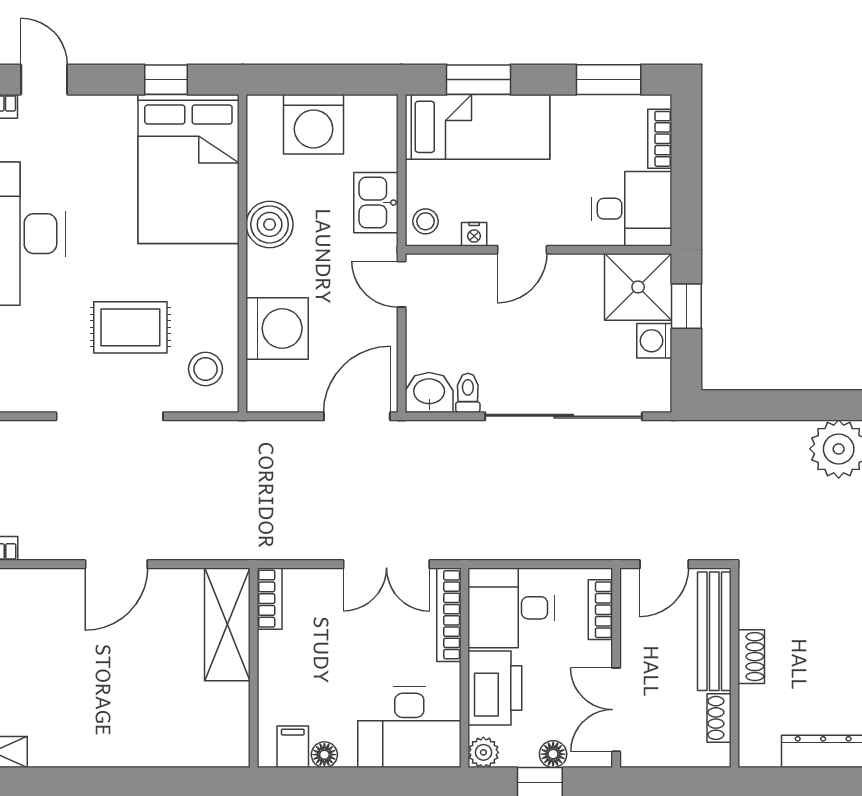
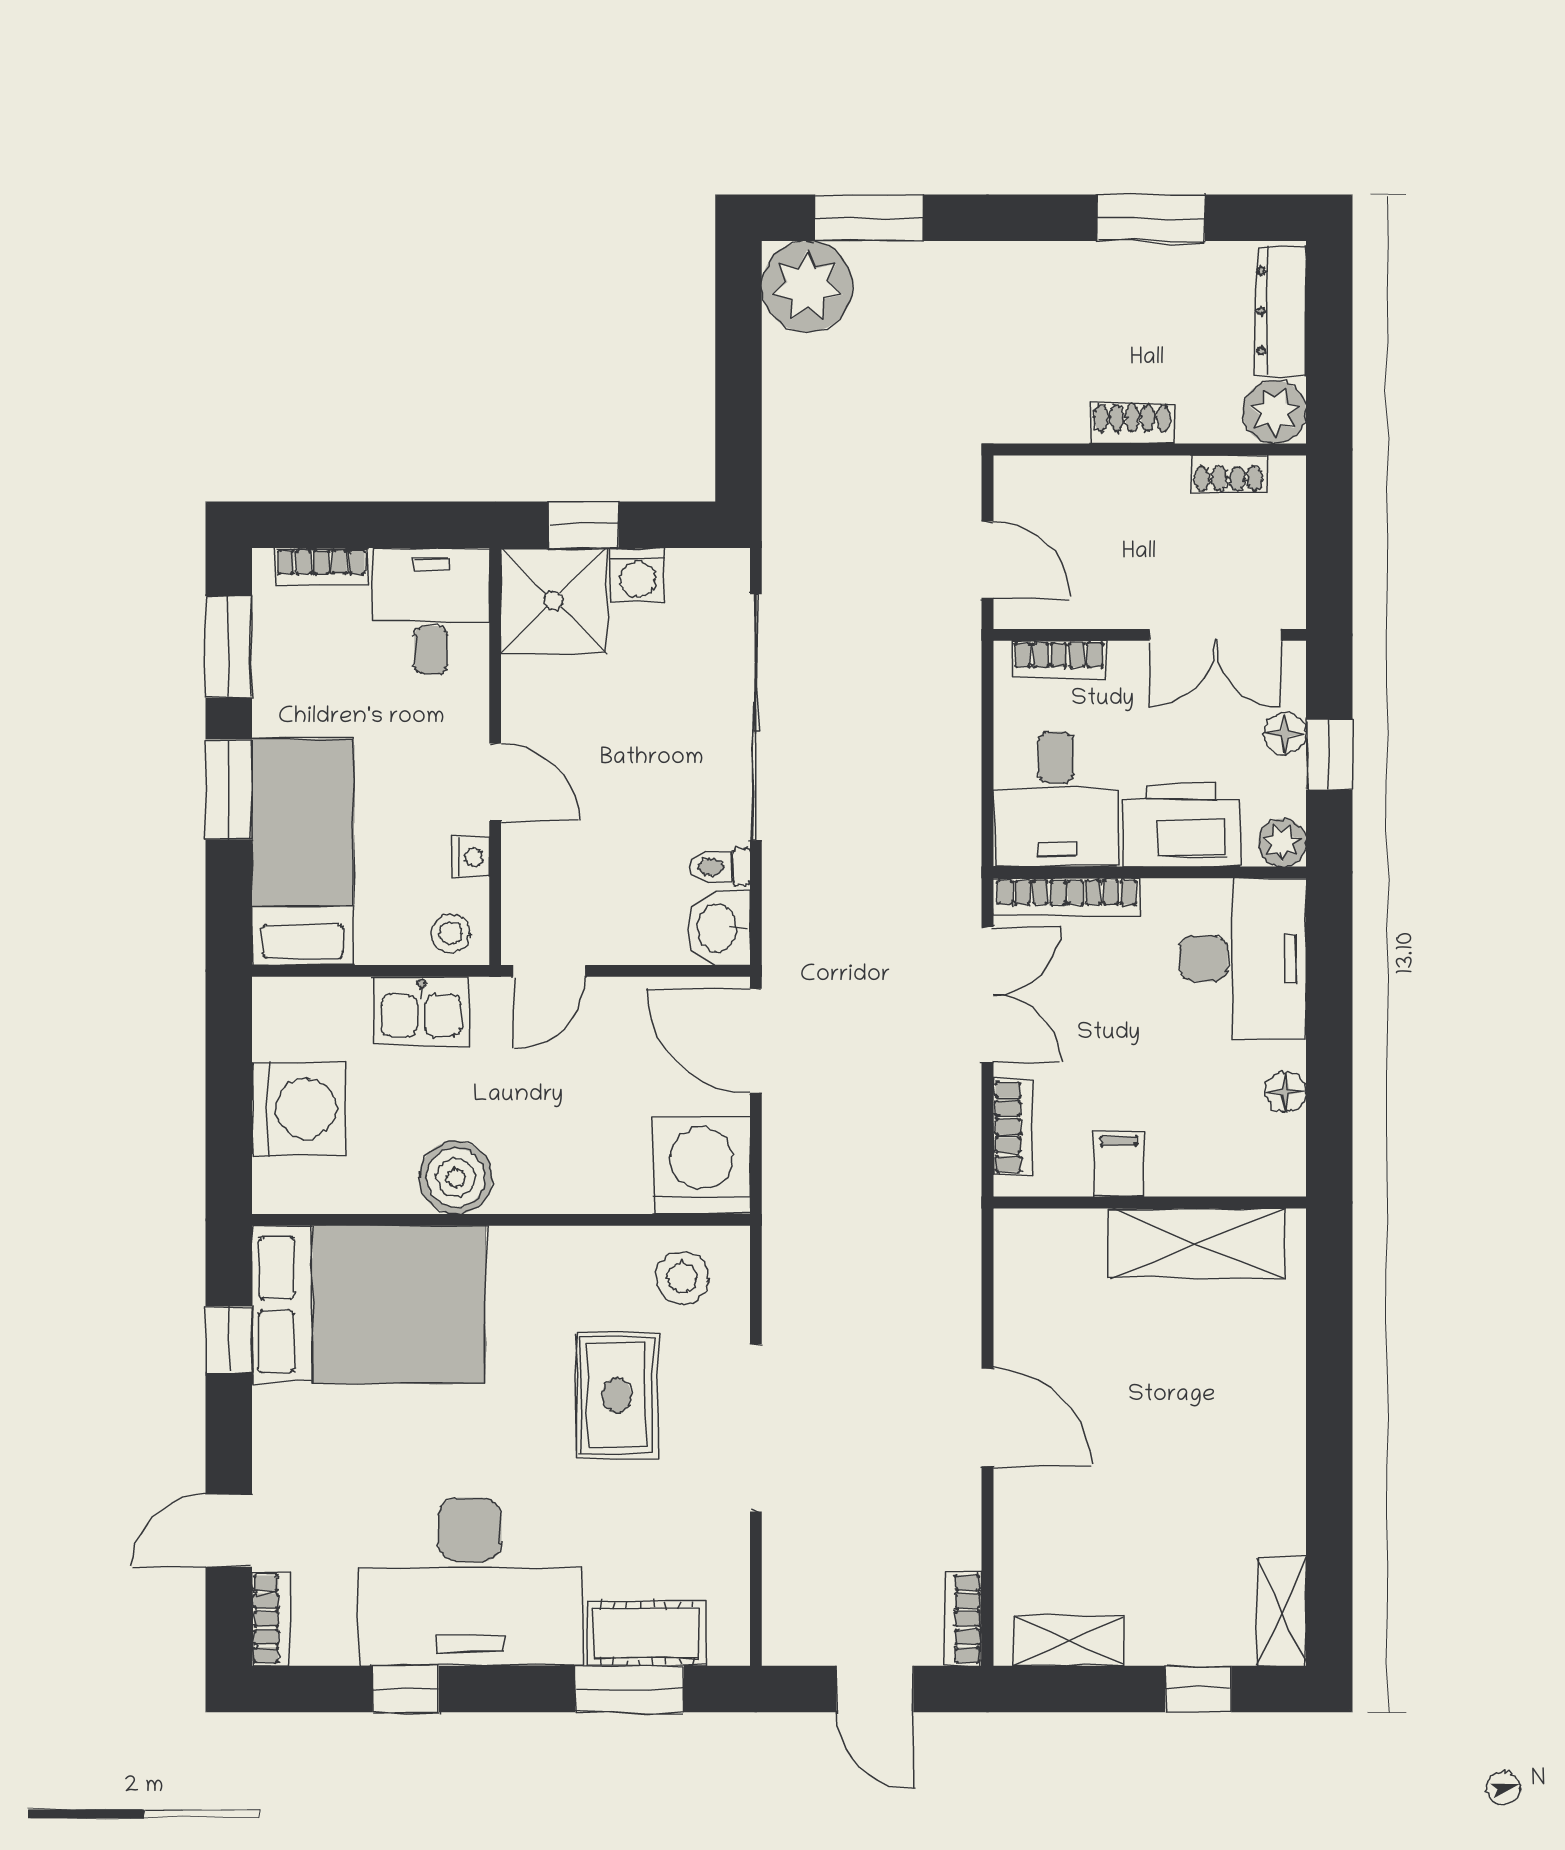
window: (479, 80) -> (229, 789), moved
washing machine: (277, 328) -> (702, 1166), moved
bookcase: (270, 599) -> (1013, 1127), moved, turned 90
shelving: (227, 624) -> (1197, 1244), moved
bench: (714, 631) -> (1092, 481), removed
filing cabinet: (293, 747) -> (1119, 1164), moved, turned 90
plant: (758, 747) -> (1274, 412), added

